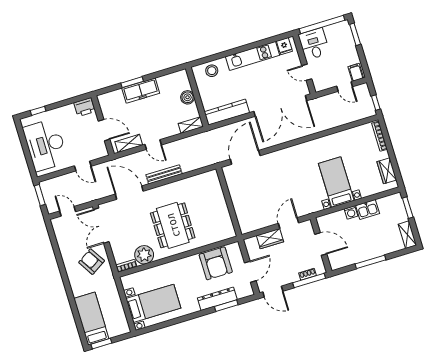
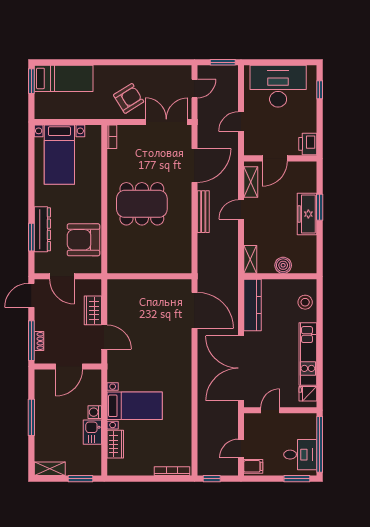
desk: (314, 44) -> (300, 455), moved
wardrobe: (387, 171) -> (115, 444), moved, turned 90
plant: (144, 255) -> (118, 161), removed

